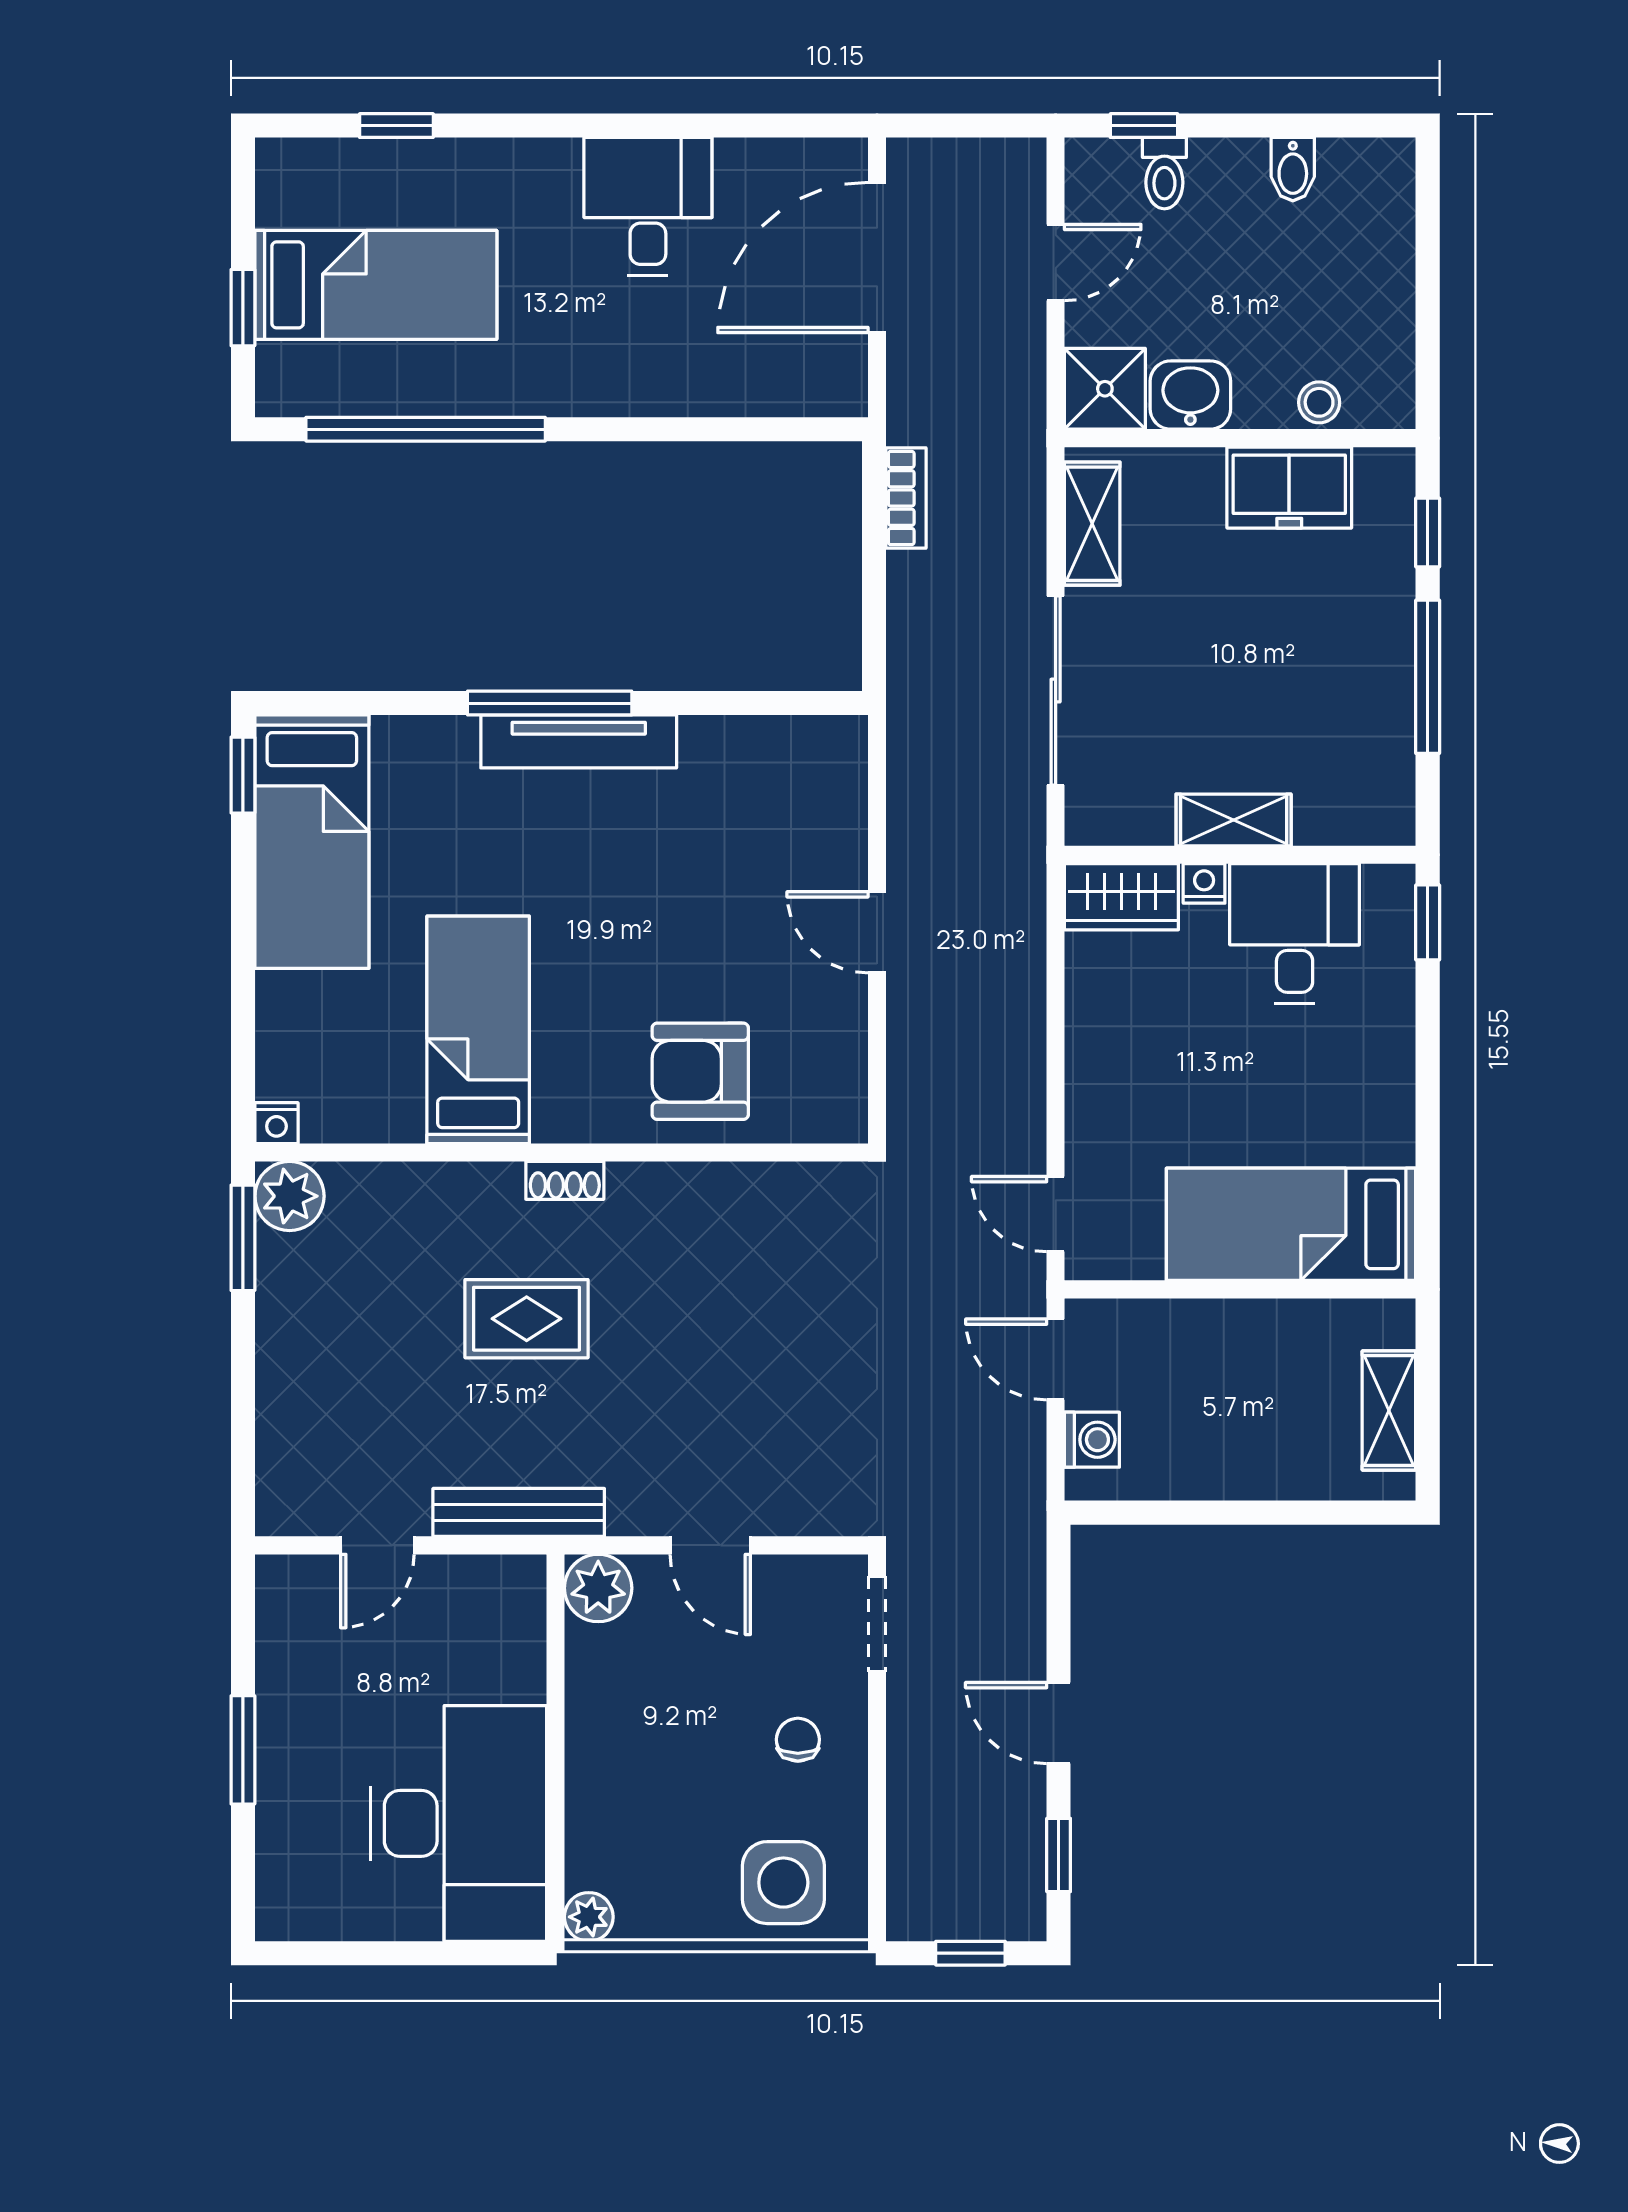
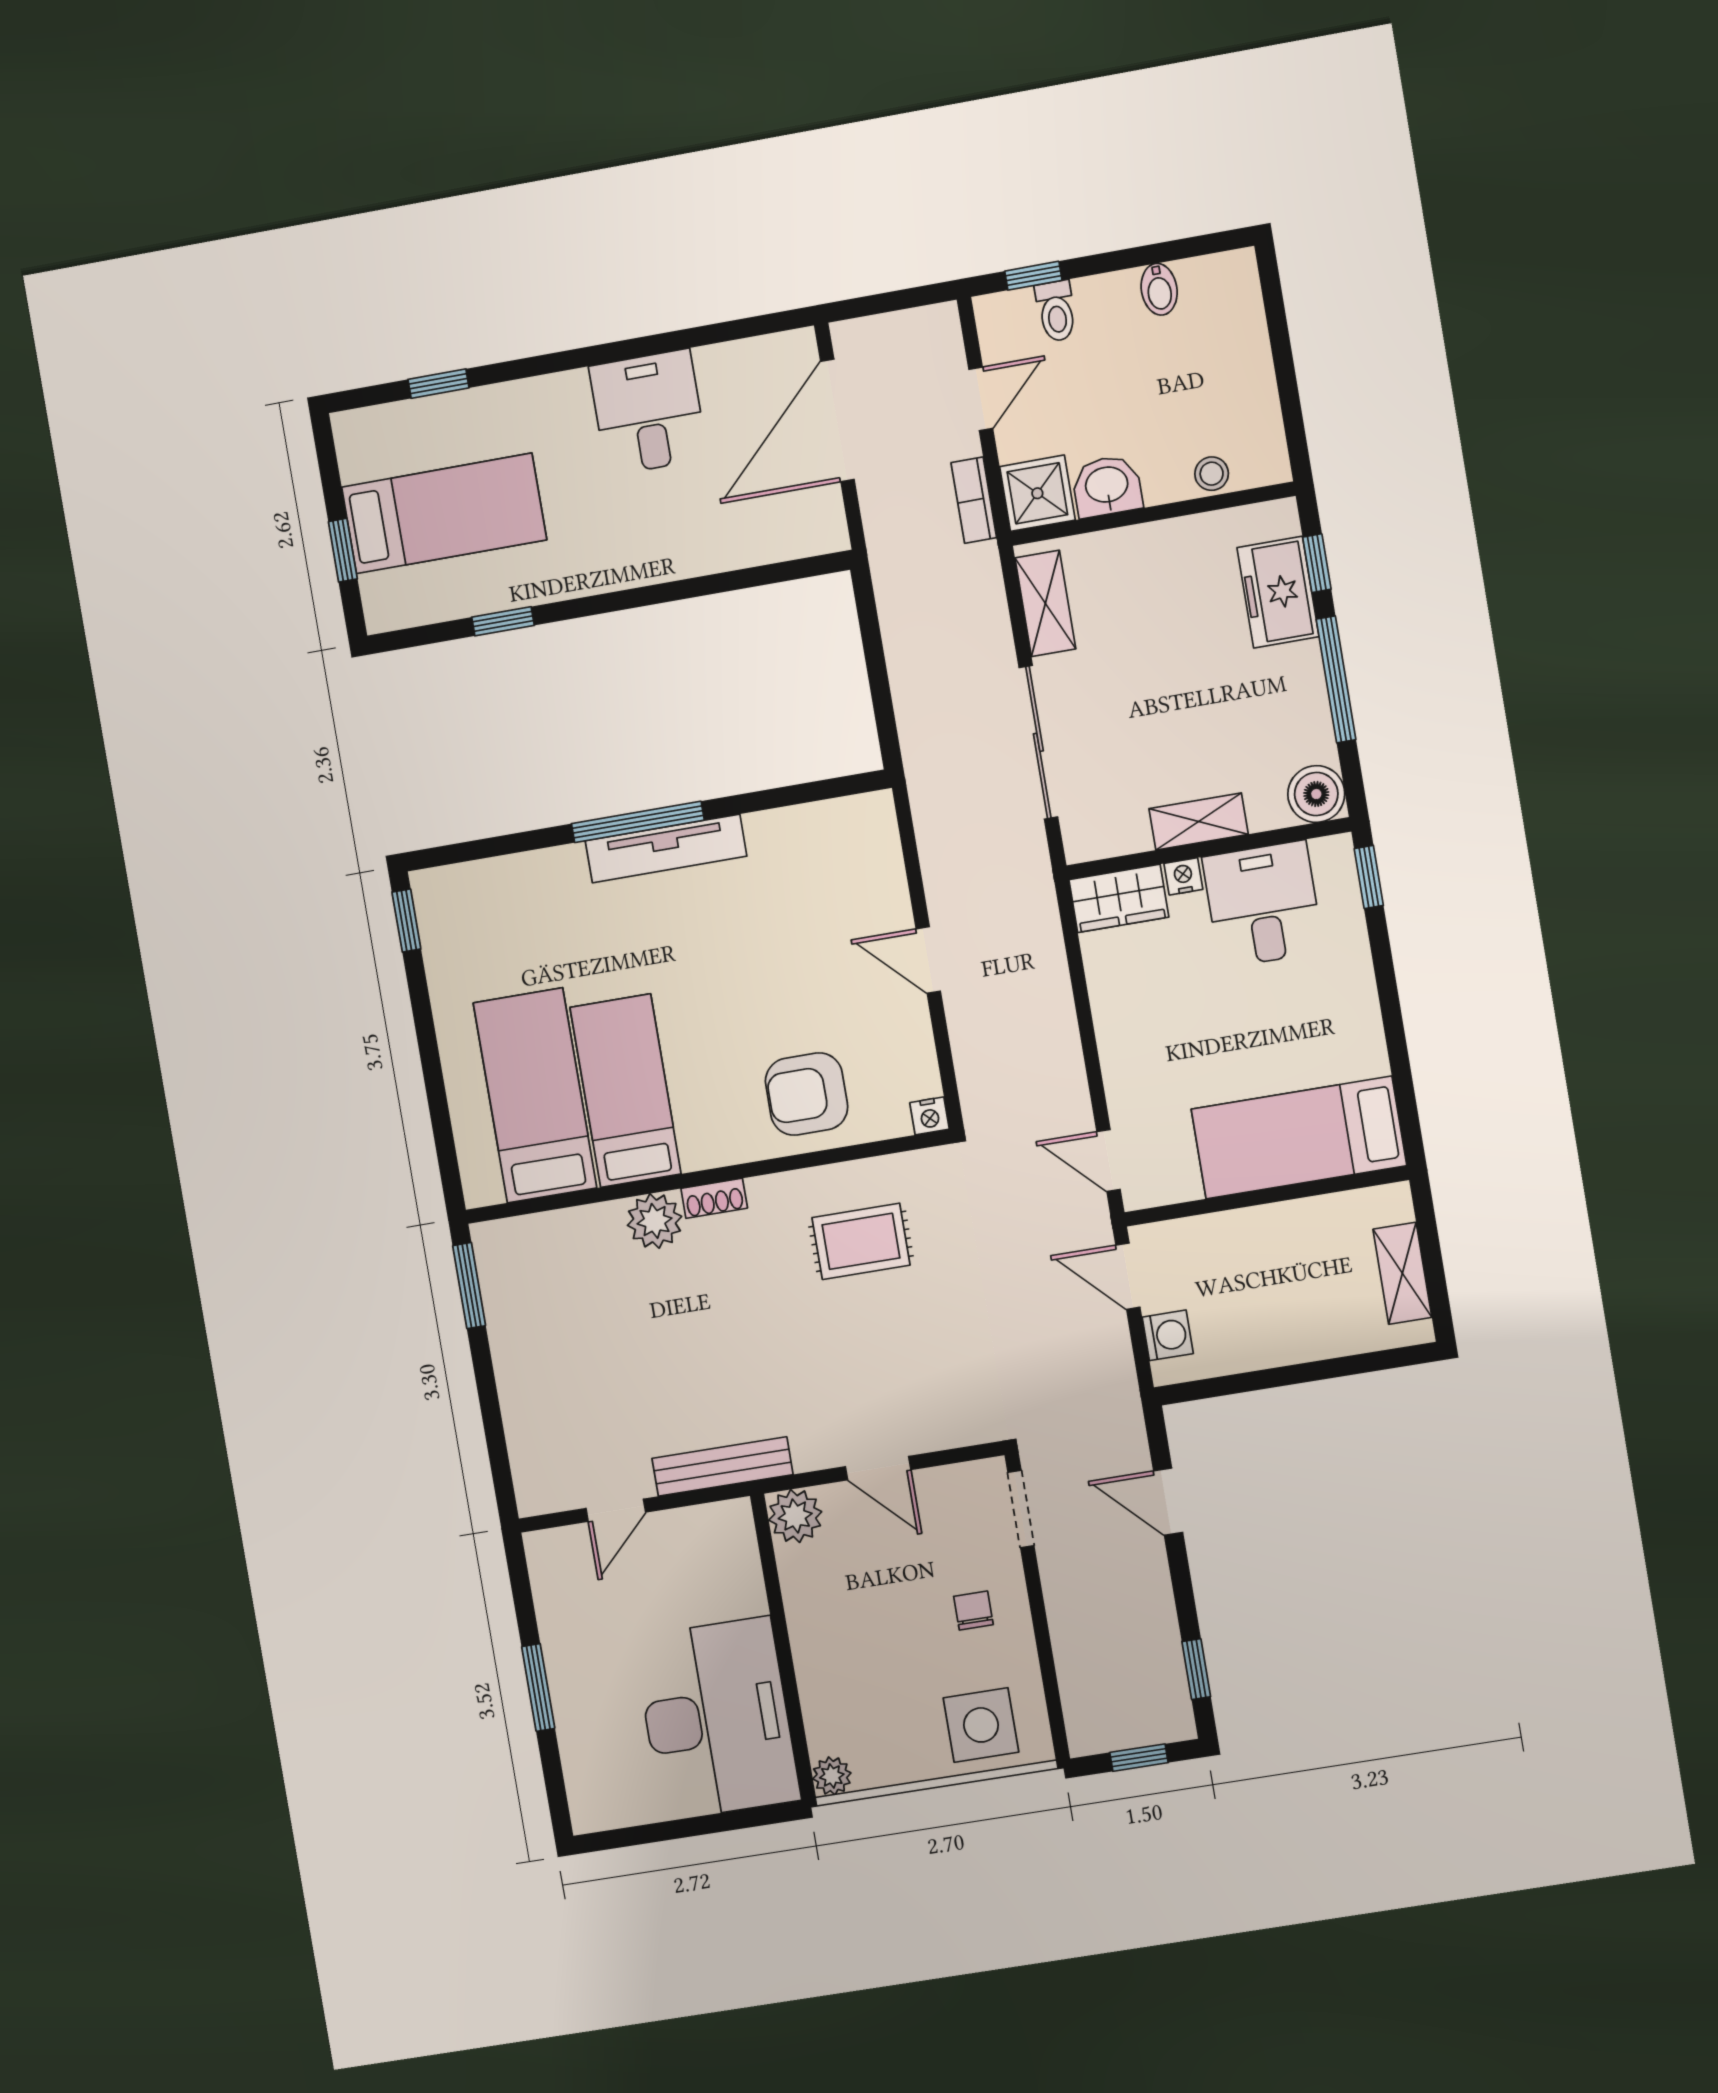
window: (426, 429) -> (503, 621), width x0.32
freezer: (1289, 488) -> (1278, 592), moved, turned 90
bookcase: (906, 498) -> (974, 500), moved, turned 180
boiler: (1381, 811) -> (1316, 794), added
bed: (312, 842) -> (535, 1095), moved, turned 180
nightstand: (276, 1123) -> (930, 1116), moved
plant: (290, 1196) -> (655, 1221), moved
rug: (527, 1319) -> (861, 1241), moved
door: (1059, 1723) -> (1168, 1502), moved

